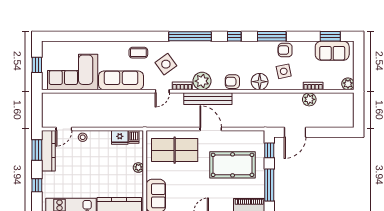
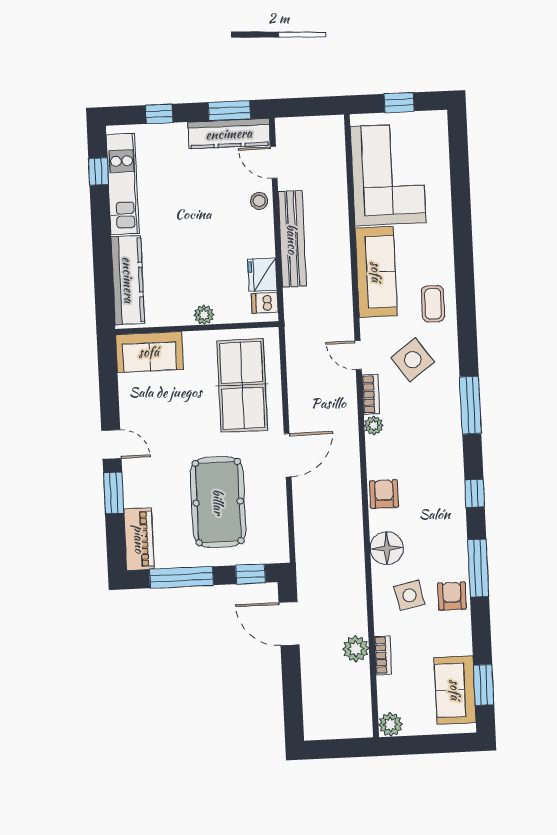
window: (190, 36) -> (470, 405), width x0.68
plant: (202, 81) -> (374, 425), width x0.53, depth x0.53
bench: (208, 99) -> (292, 239), moved

